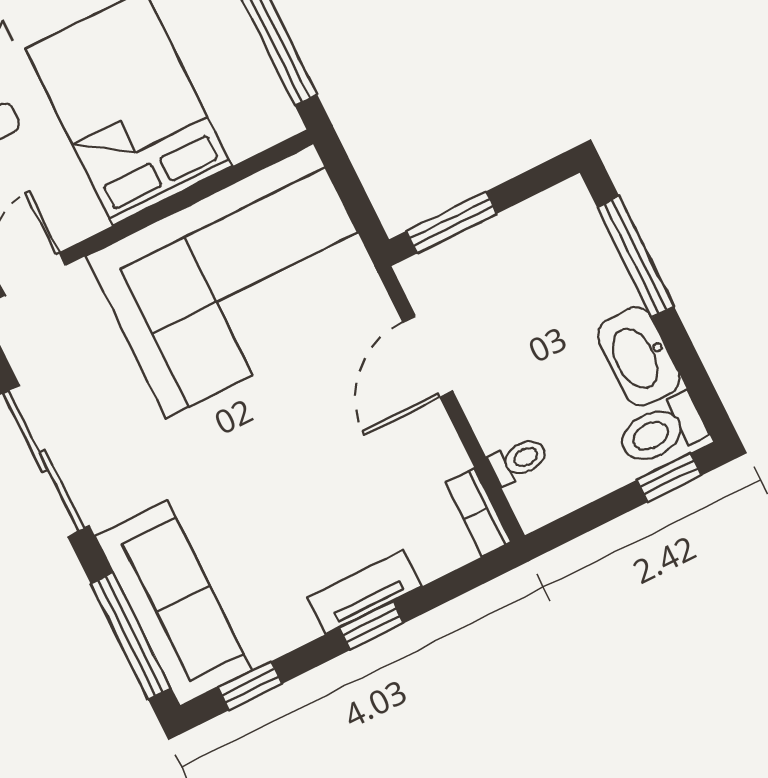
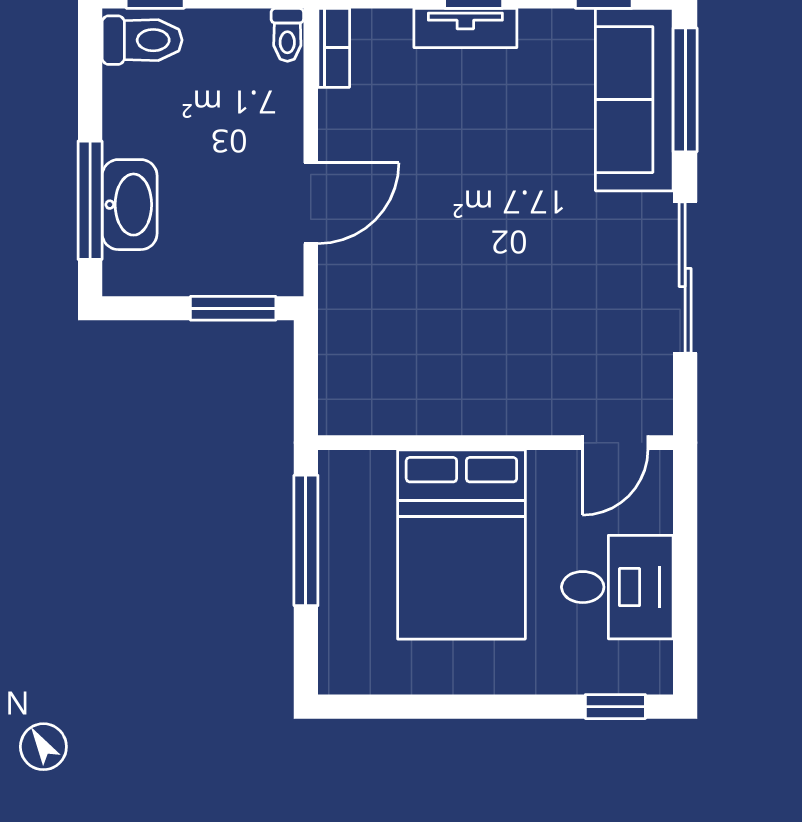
corner sofa: (240, 281) -> (440, 349), removed
washbasin: (639, 356) -> (130, 205), moved
toilet: (519, 460) -> (287, 35), moved, turned -90

